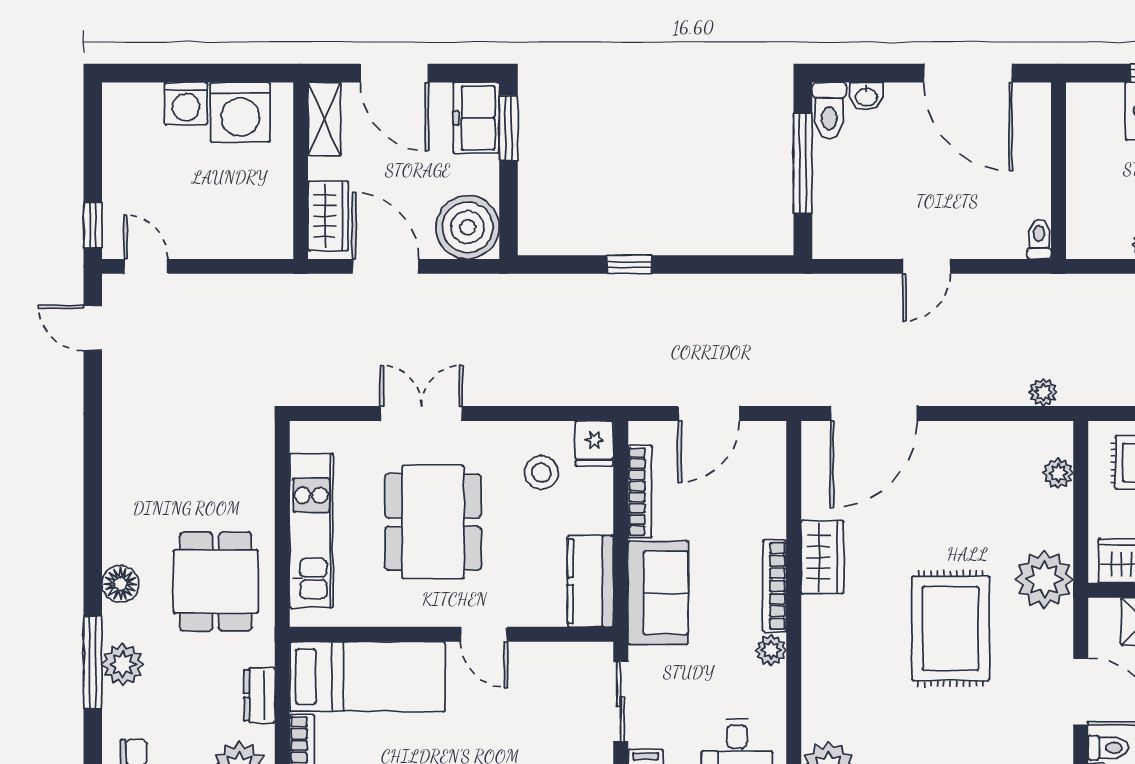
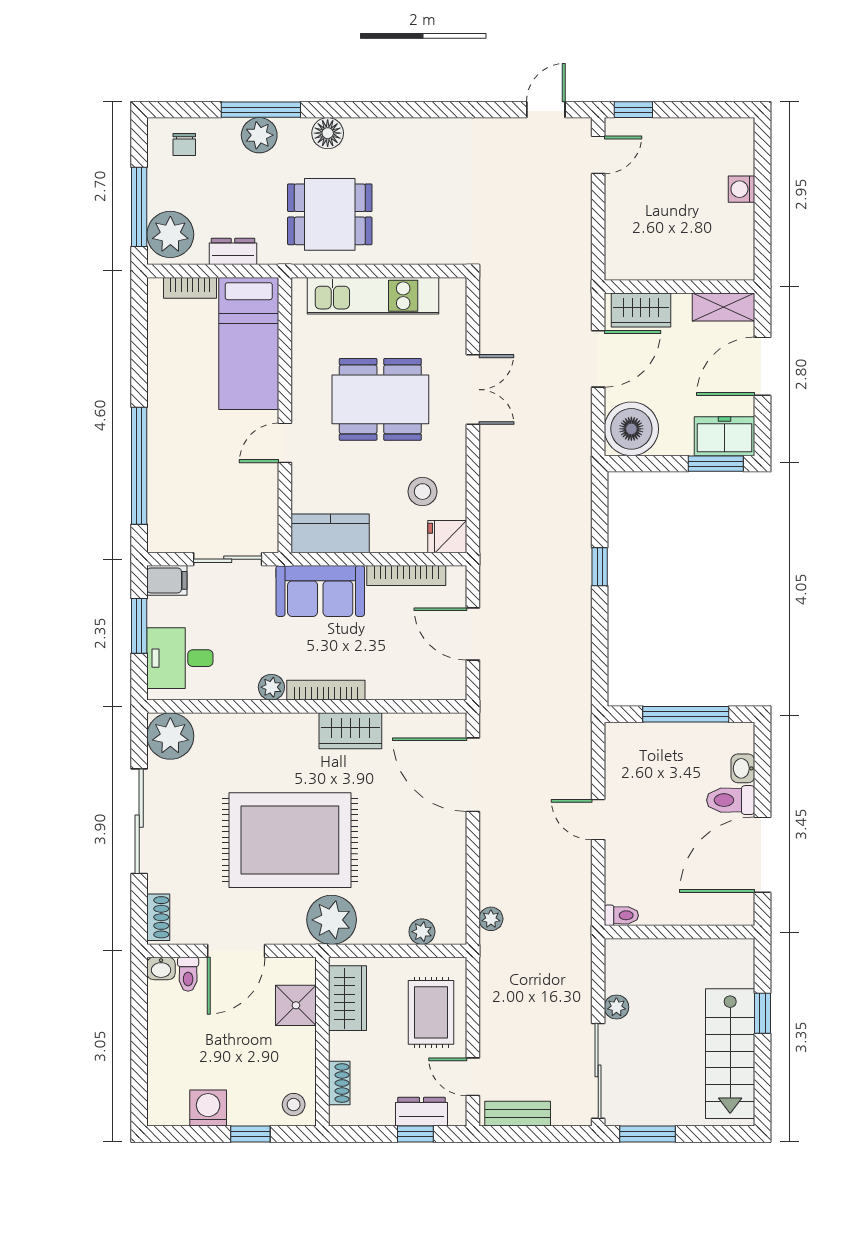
washing machine: (186, 104) -> (742, 189), width x0.73, depth x0.73
toilet: (829, 111) -> (731, 800), moved
washing machine: (240, 112) -> (729, 235), removed
rug: (951, 628) -> (290, 840), width x1.37, depth x1.44

